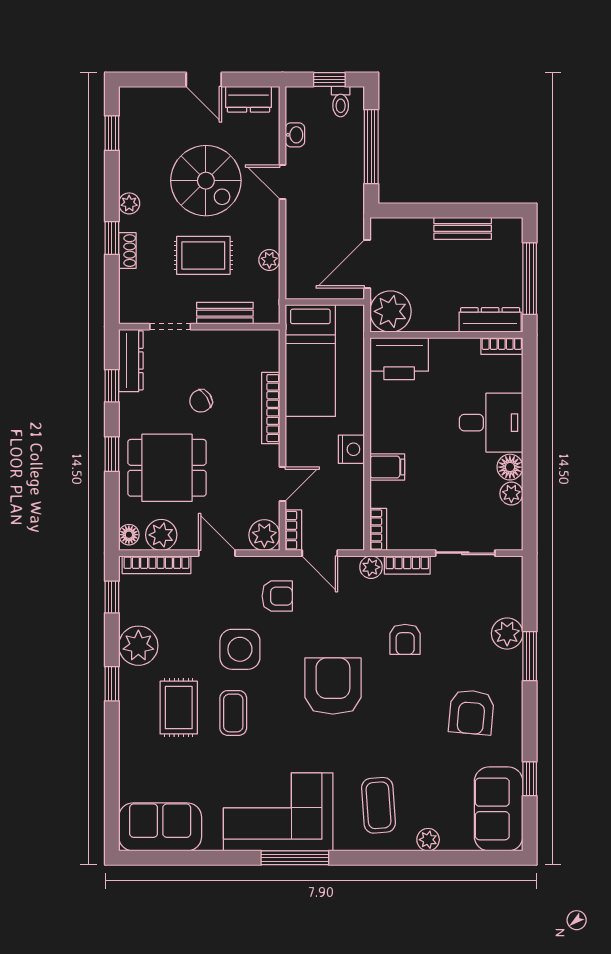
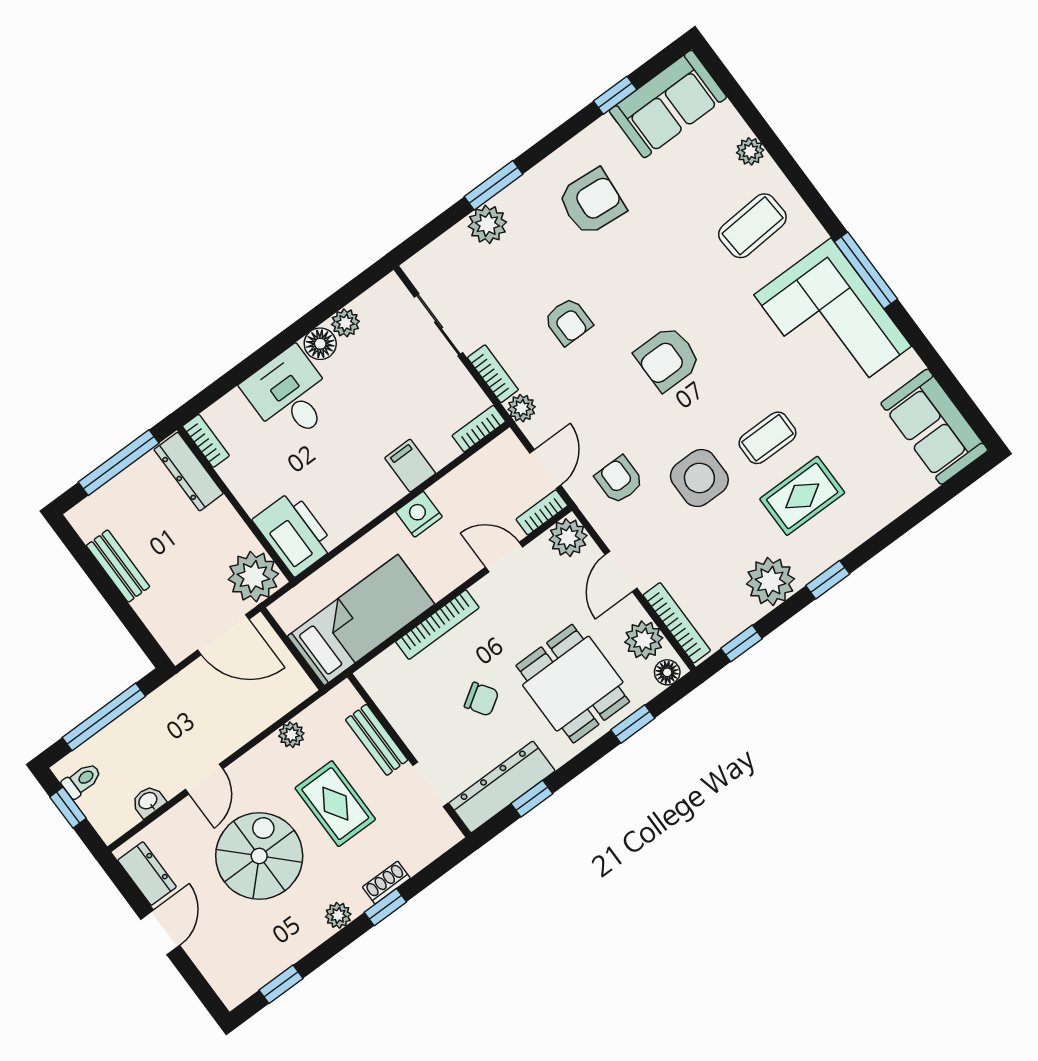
dresser: (131, 360) -> (502, 787), width x1.37, depth x1.24
window: (112, 454) -> (633, 724), moved
armchair: (405, 639) -> (568, 321), turned 90
armchair: (333, 686) -> (668, 359), width x0.73, depth x0.73

